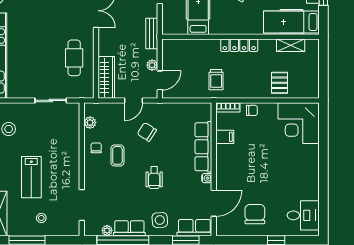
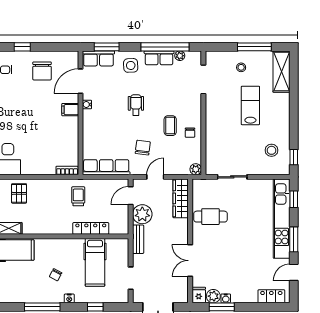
locker: (239, 45) -> (91, 228), moved
cafe table: (74, 58) -> (210, 217), turned 90
plant: (152, 65) -> (142, 214), width x1.88, depth x1.88
chair: (252, 110) -> (45, 168), removed
plant: (90, 123) -> (196, 169), moved
chair: (147, 132) -> (143, 148), turned -116
filing cabinet: (225, 137) -> (70, 110), moved
row of seats: (203, 147) -> (106, 167), moved, turned -90

